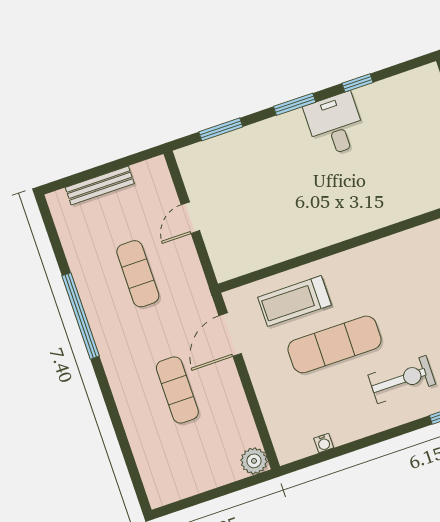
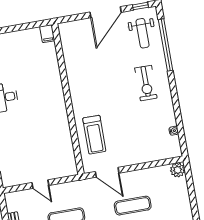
exercise mat: (335, 344) -> (121, 117), removed
exercise bike: (402, 380) -> (146, 83), turned 180

